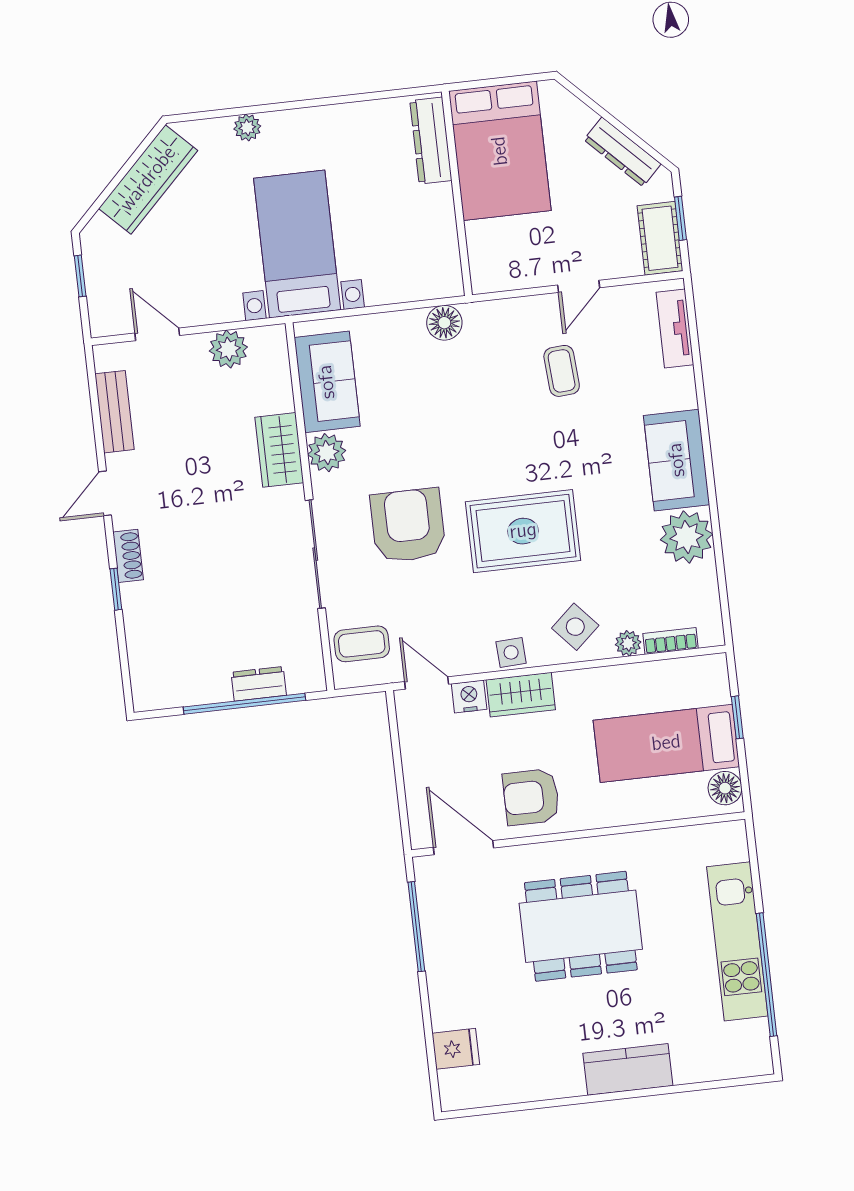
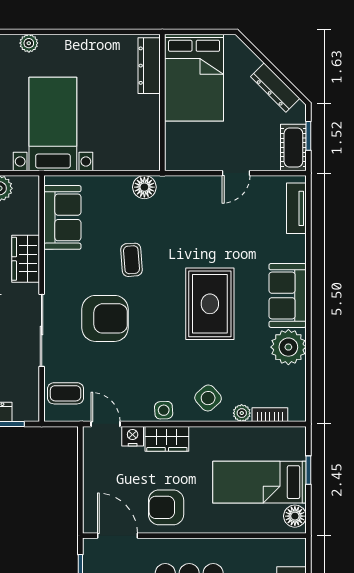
coffee table: (562, 371) -> (131, 260), moved
plant: (327, 453) -> (57, 264), removed
armchair: (408, 525) -> (105, 318), turned 90
rug: (523, 531) -> (210, 304), moved, turned 90

